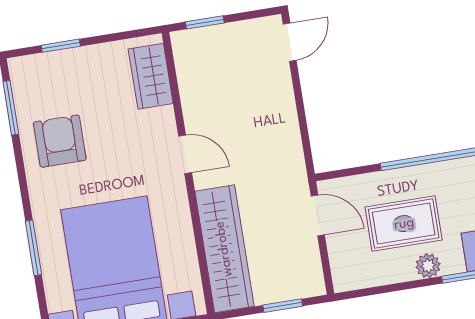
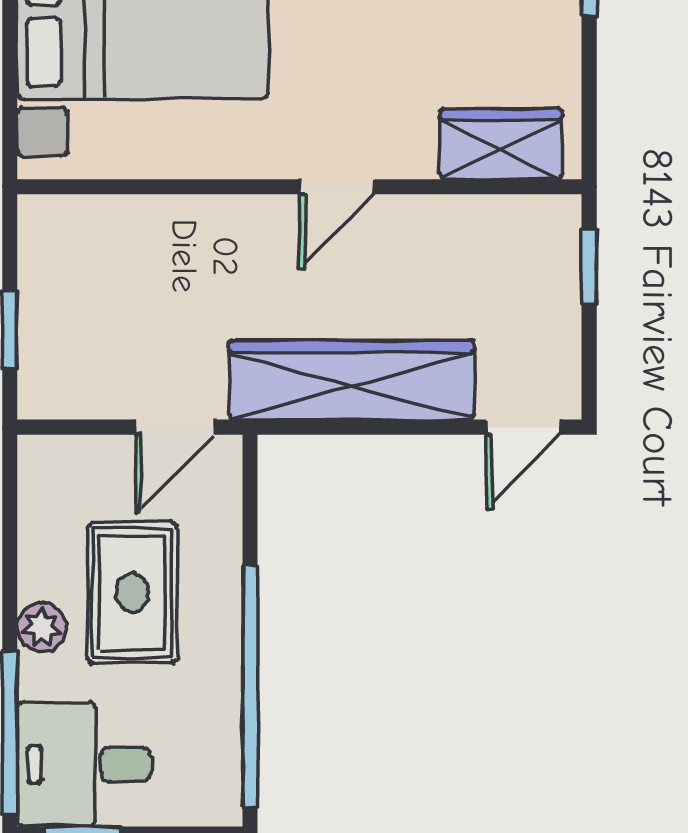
door: (290, 42) -> (524, 427), hinge flipped
wardrobe: (224, 249) -> (352, 380), moved, turned 180

